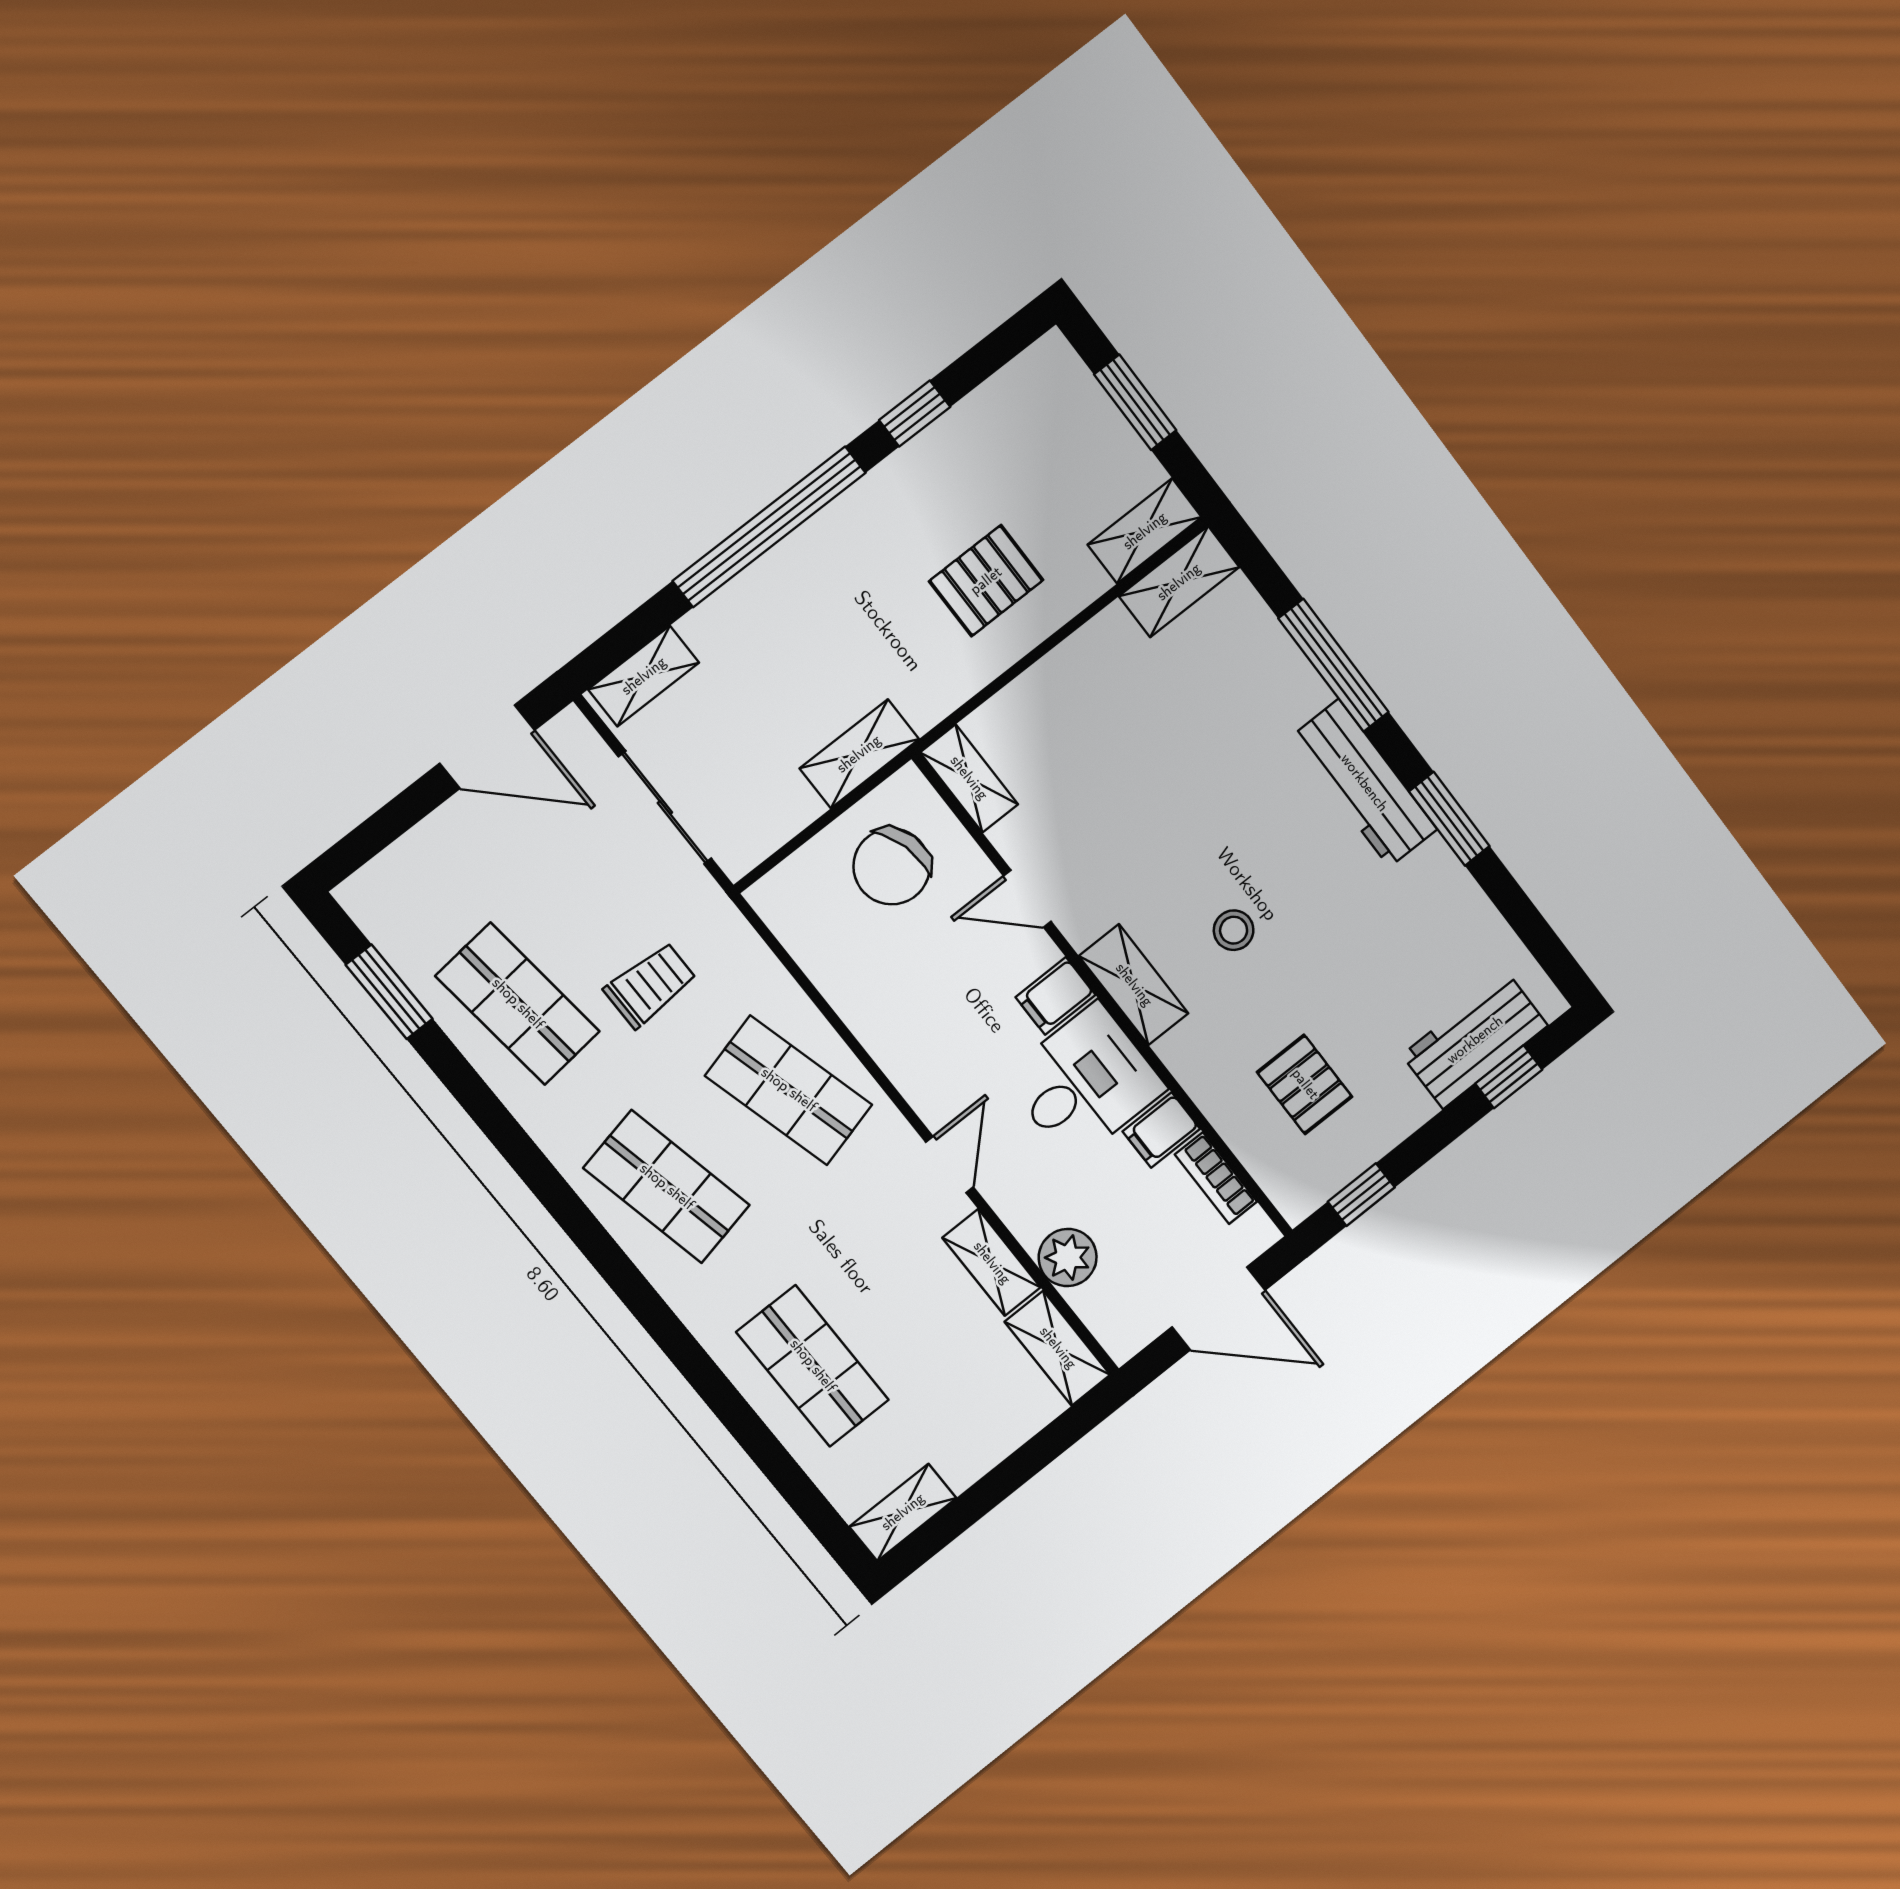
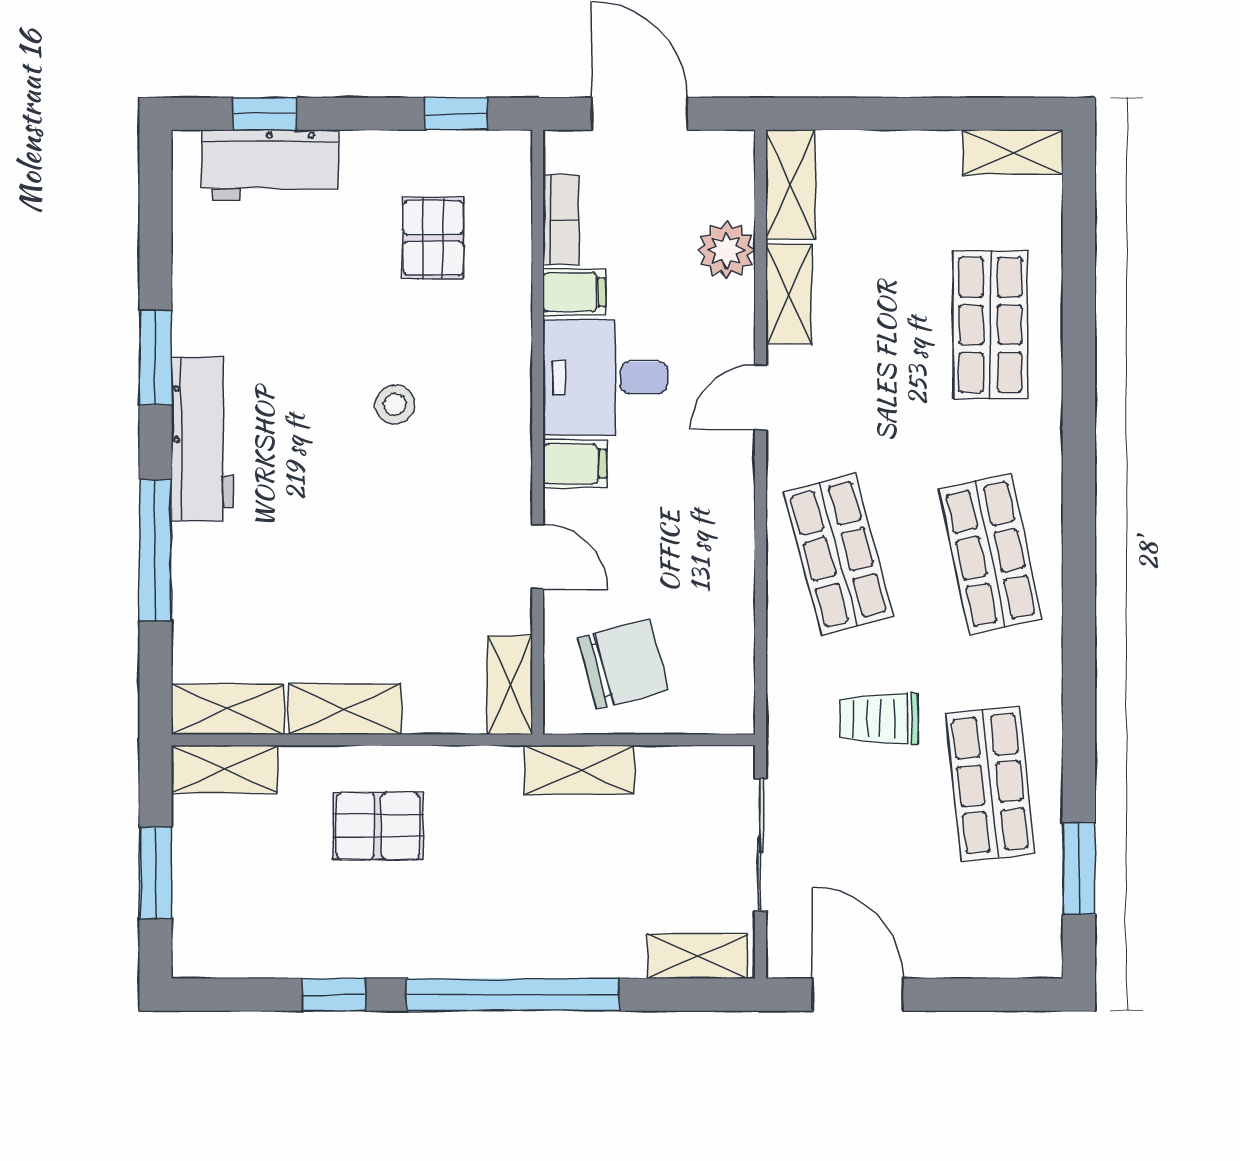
shelving: (1134, 985) -> (345, 709), moved, turned 90

